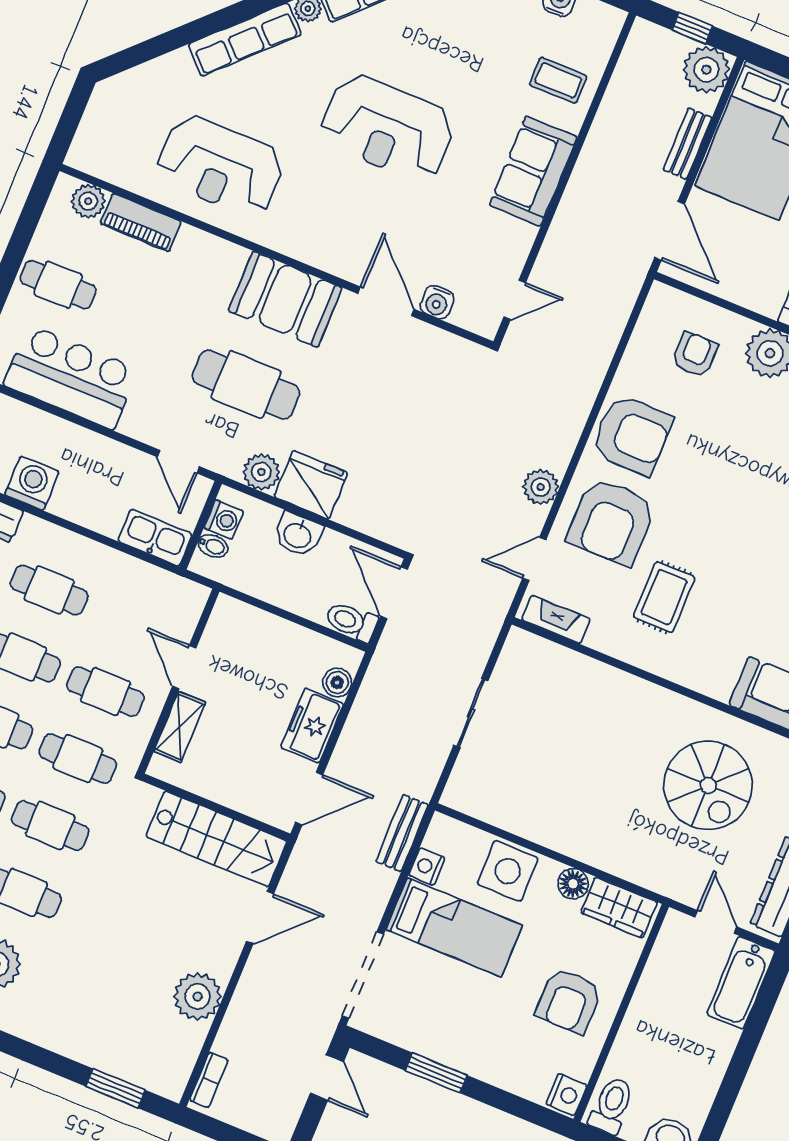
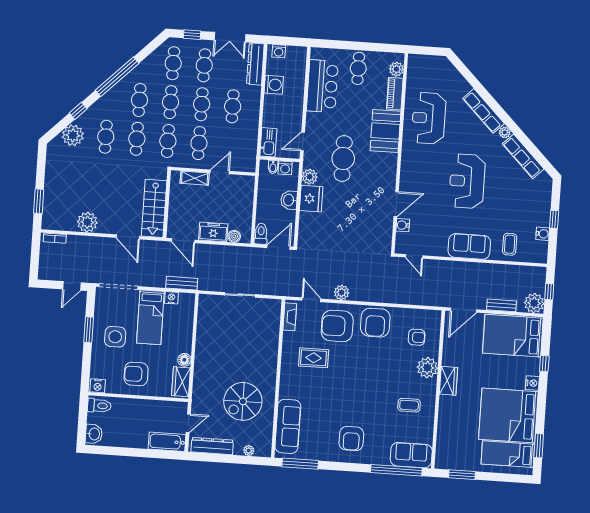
booth: (285, 299) -> (385, 131), moved
side table: (508, 871) -> (115, 337), moved

